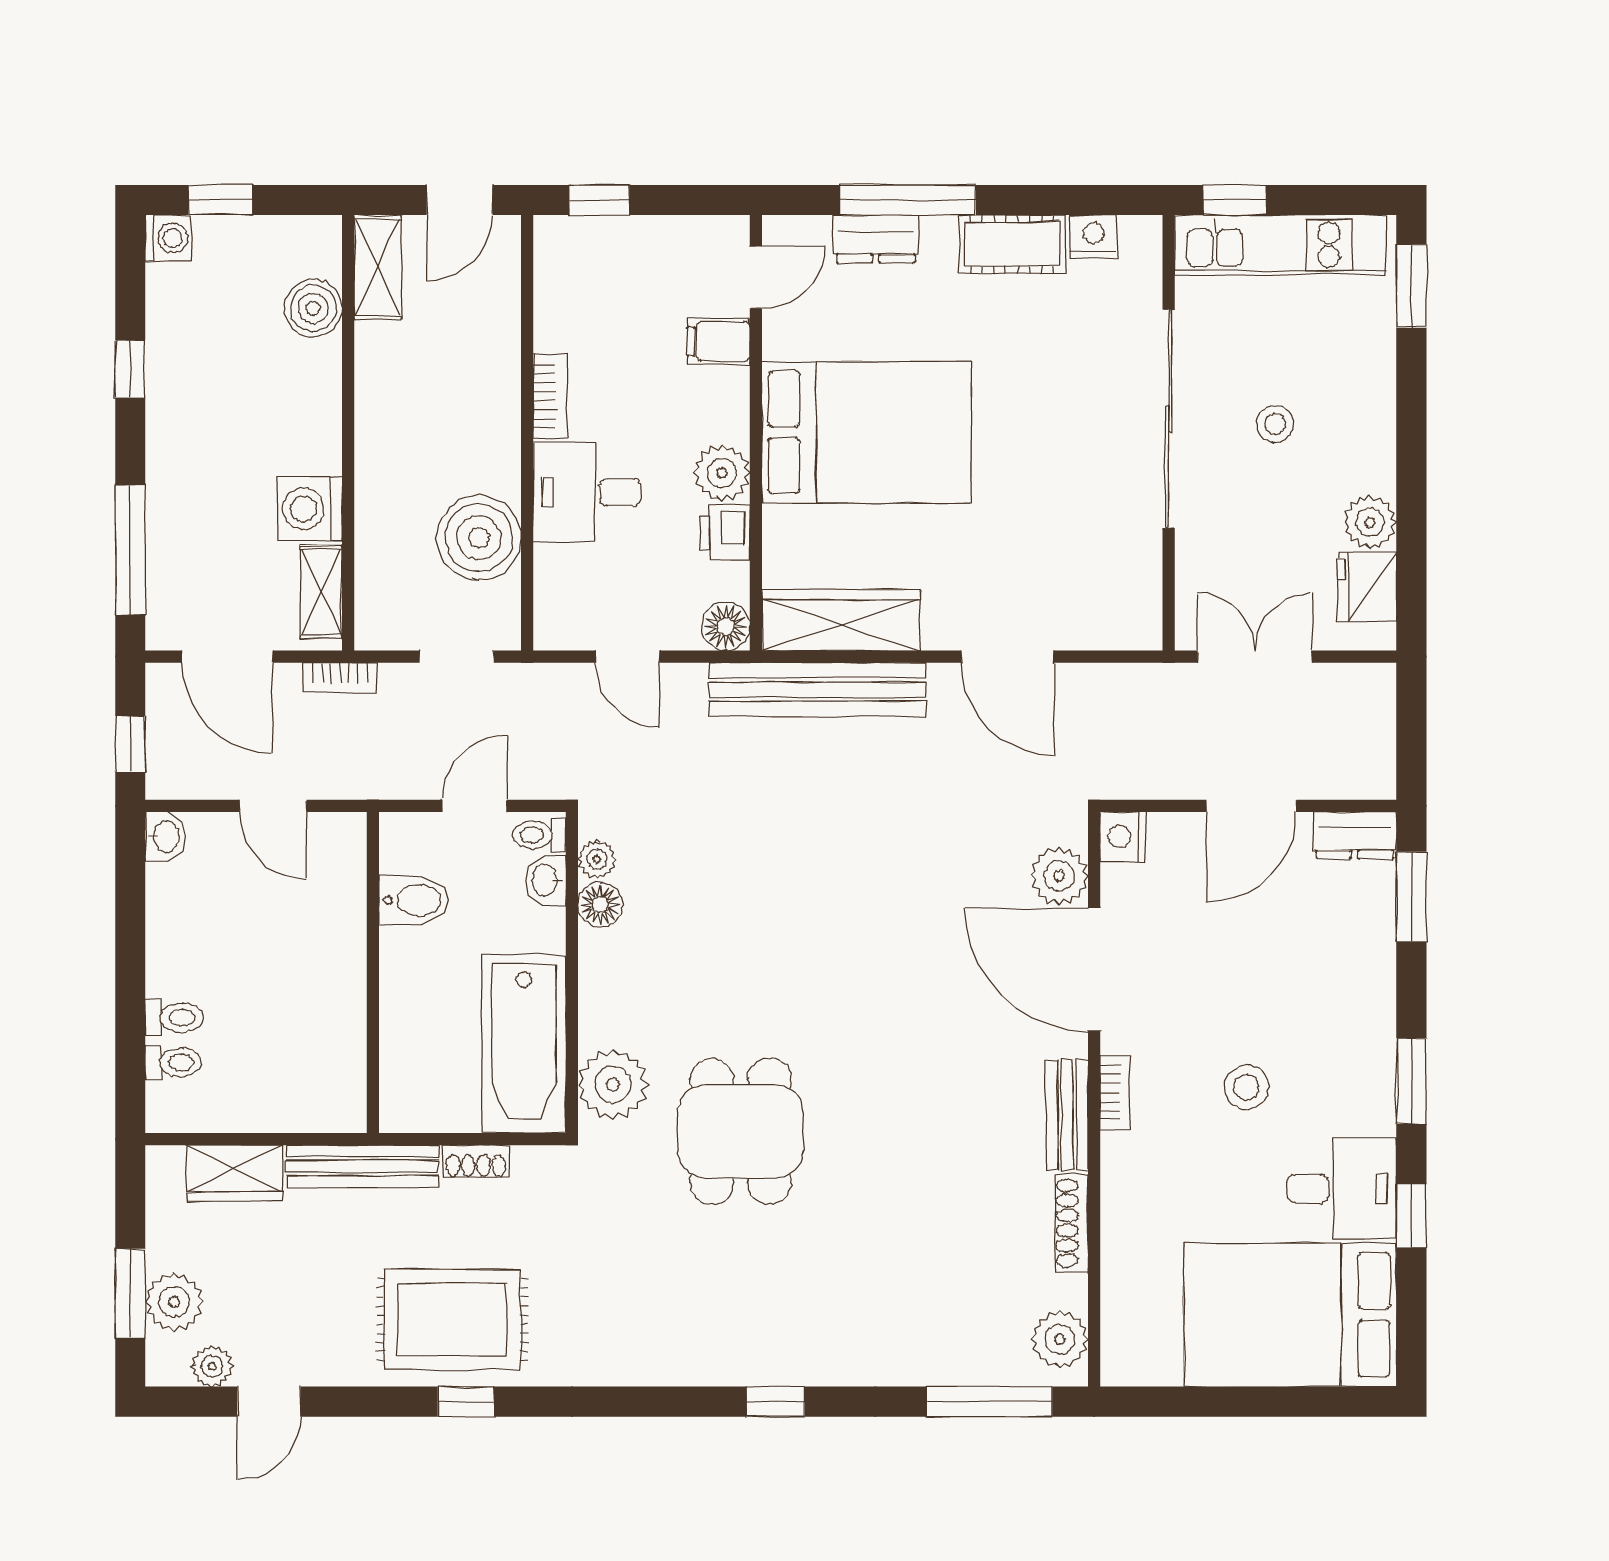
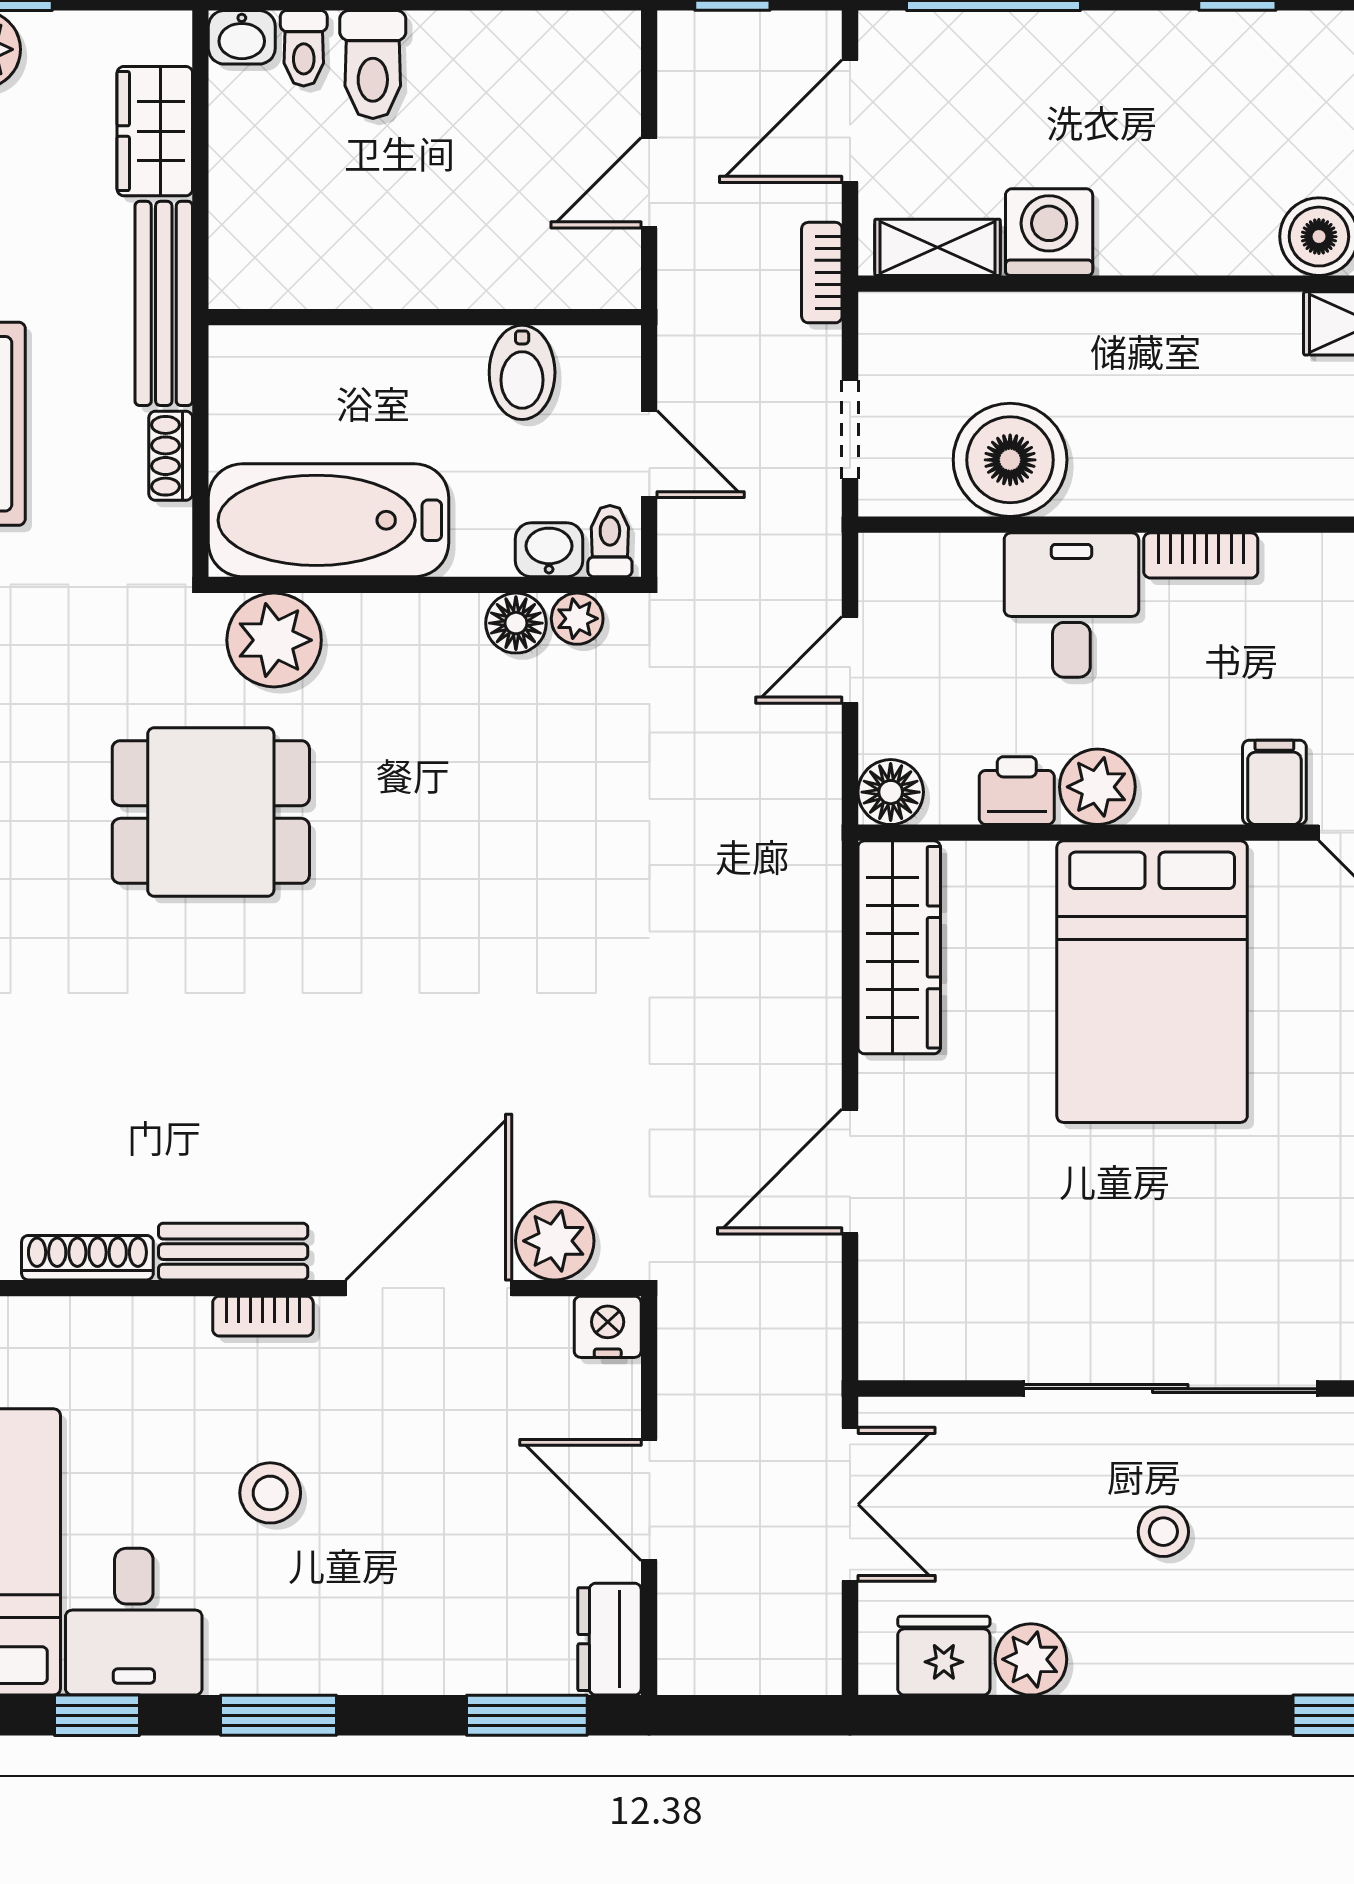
bench: (817, 690) -> (806, 916), removed
washbasin: (165, 837) -> (242, 37), moved
toilet: (174, 1018) -> (373, 65), width x1.37, depth x1.39

